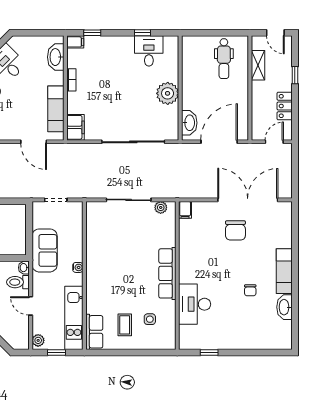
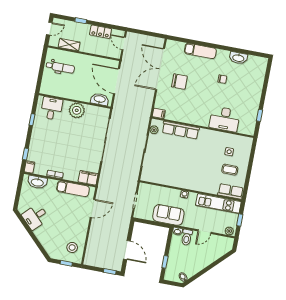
desk: (149, 51) -> (52, 108), moved, turned 90
exam couch: (284, 271) -> (200, 51), moved
row of seats: (167, 273) -> (181, 130), moved

